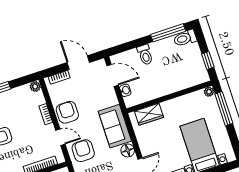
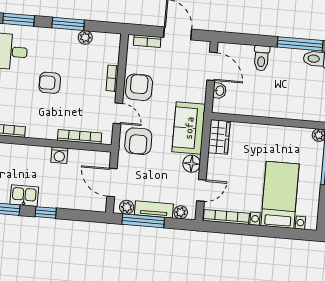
plant: (35, 86) -> (85, 37), moved
wardrobe: (149, 114) -> (219, 137), moved, turned -90
armchair: (83, 151) -> (138, 141), turned 180

